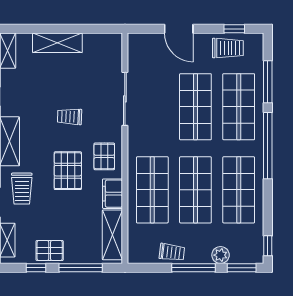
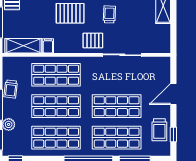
pallet: (104, 156) -> (93, 40), moved
filing cabinet: (113, 194) -> (48, 46), width x0.50

